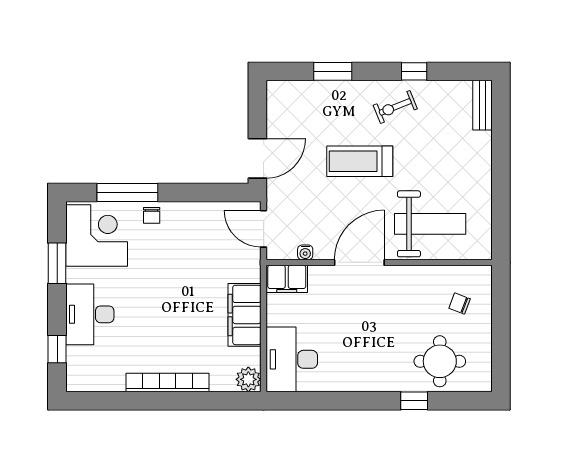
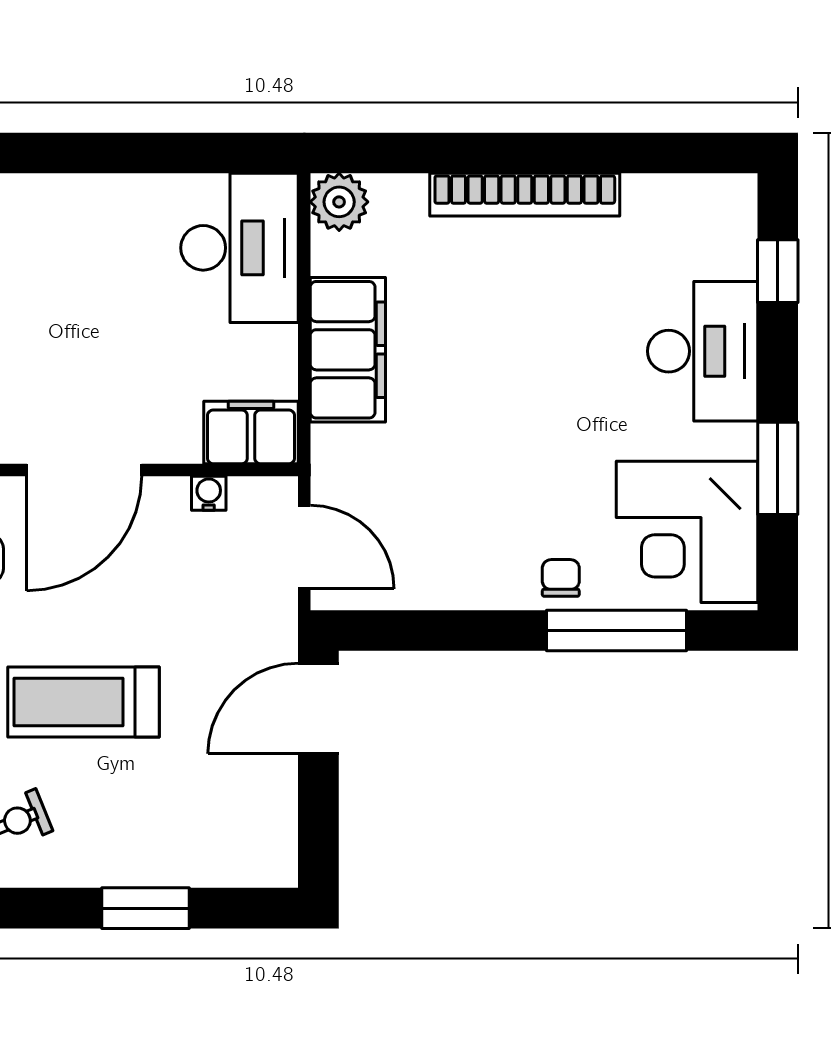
treadmill: (360, 161) -> (84, 702), turned 180

